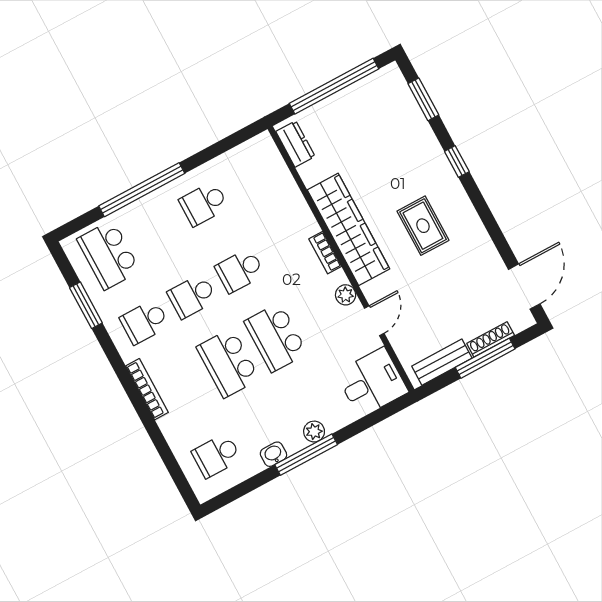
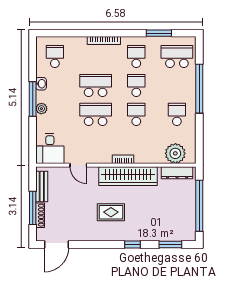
dresser: (295, 144) -> (177, 173), width x1.44
door: (524, 287) -> (56, 245), hinge flipped
plant: (346, 295) -> (175, 153), moved, width x1.87, depth x1.87

